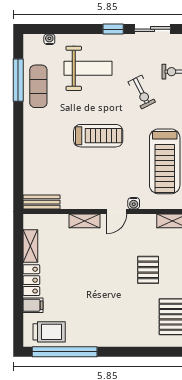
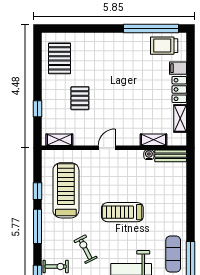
water cooler: (134, 203) -> (149, 155), moved
shelving: (84, 221) -> (154, 140), moved

